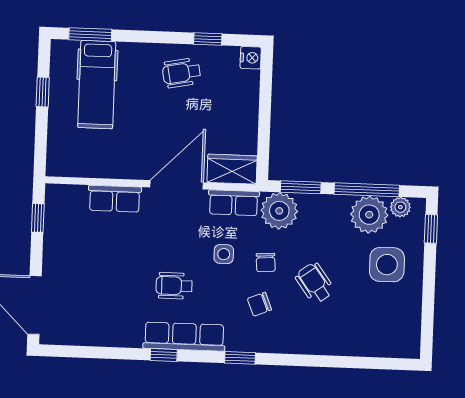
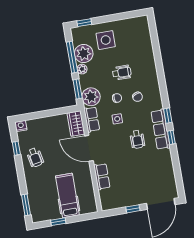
hospital bed: (97, 85) -> (67, 195), moved, turned -90
plant: (400, 207) -> (82, 69), moved
window: (38, 218) -> (133, 209), moved
wheelchair: (315, 283) -> (122, 73), turned -144
window: (240, 358) -> (168, 116), moved

